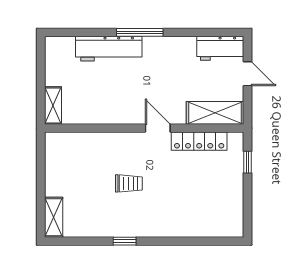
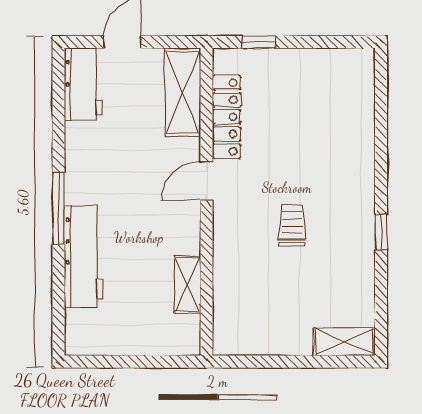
shelving: (53, 106) -> (188, 285), moved, turned 90

